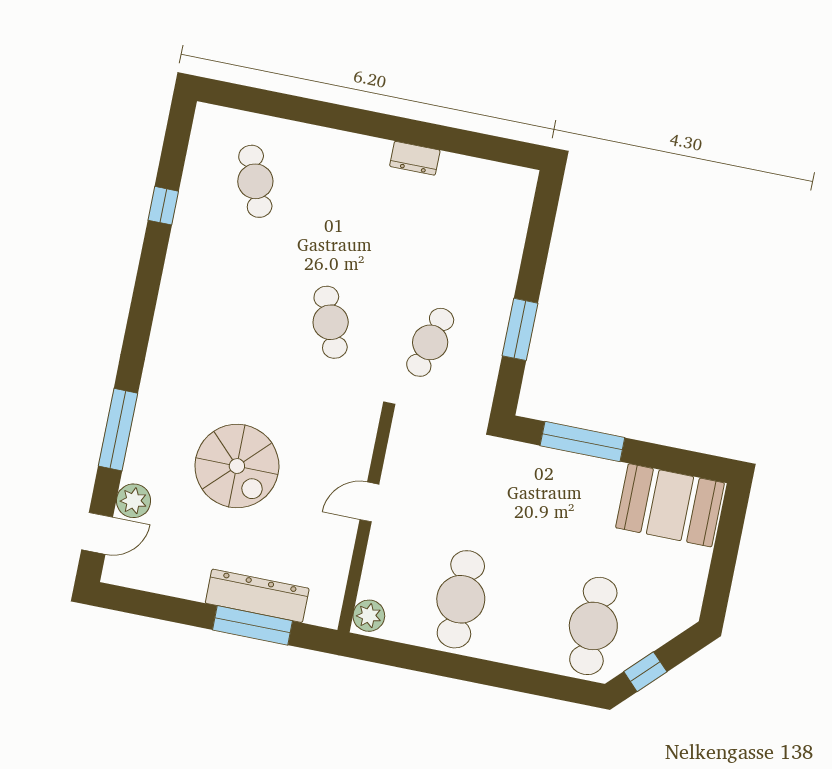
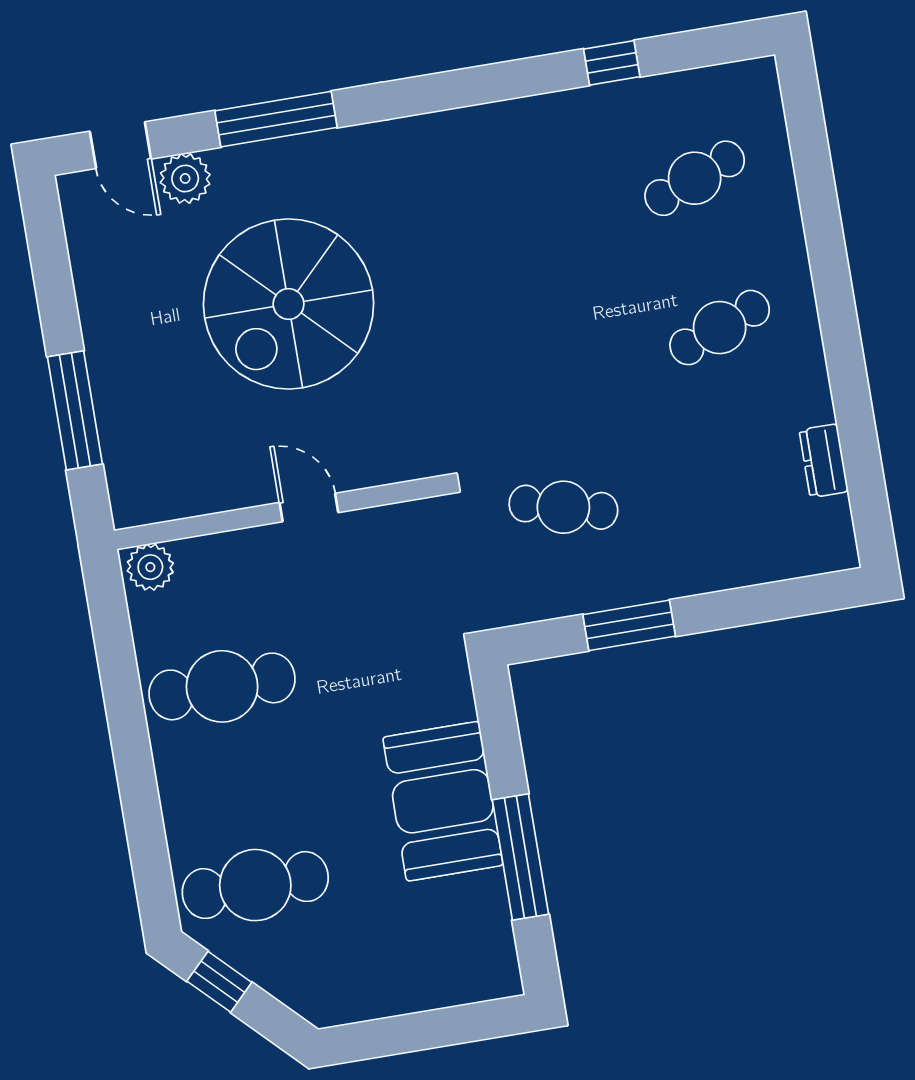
dresser: (415, 158) -> (824, 461), moved
cafe table: (331, 322) -> (720, 328), moved
window: (582, 442) -> (520, 857), moved
spiral stairs: (237, 466) -> (289, 304), width x1.37, depth x1.37
booth: (670, 505) -> (443, 801), moved
dresser: (257, 596) -> (119, 401), removed

